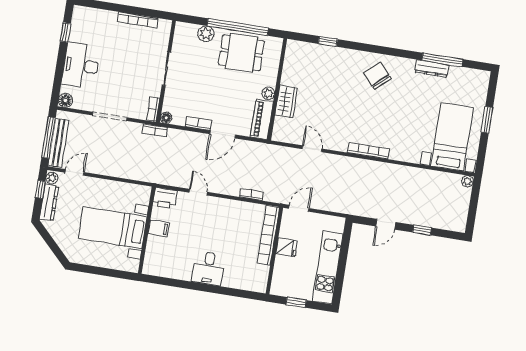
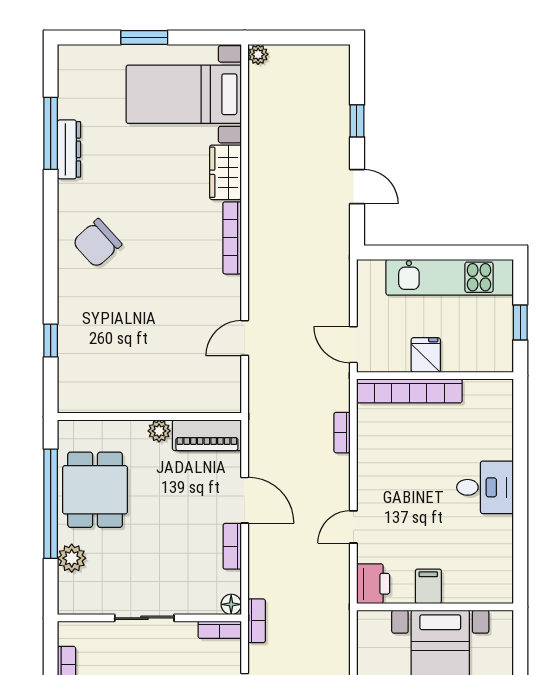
wardrobe: (286, 102) -> (226, 172), moved, turned -90

